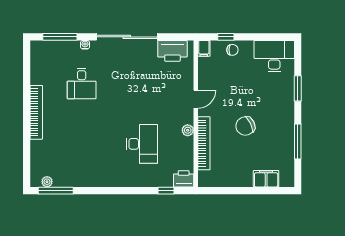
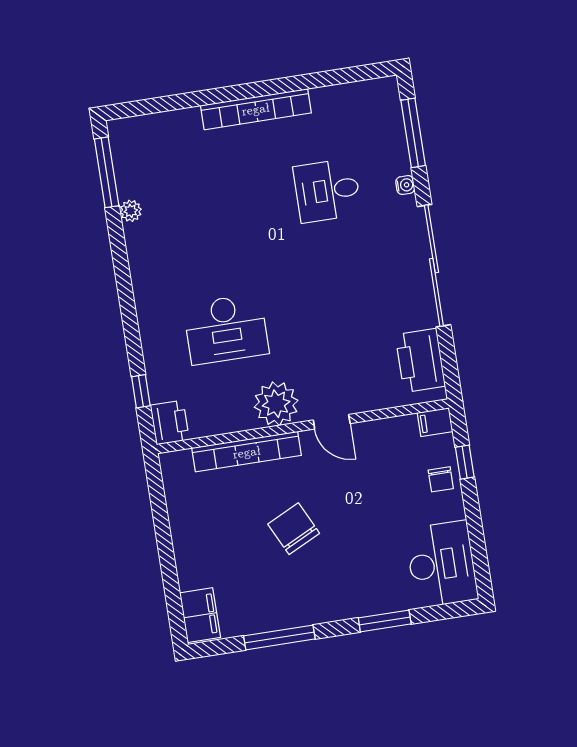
plant: (188, 130) -> (276, 404), width x1.88, depth x1.88
filing cabinet: (266, 179) -> (200, 615), moved
plant: (47, 182) -> (131, 211), moved

